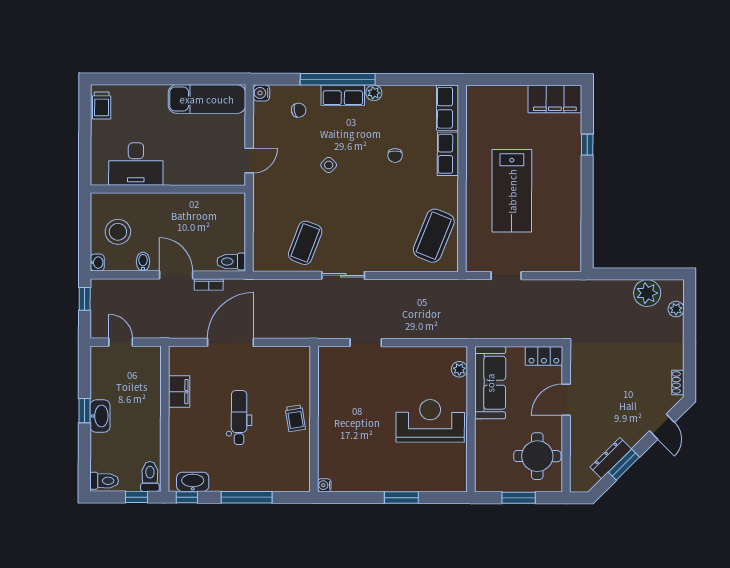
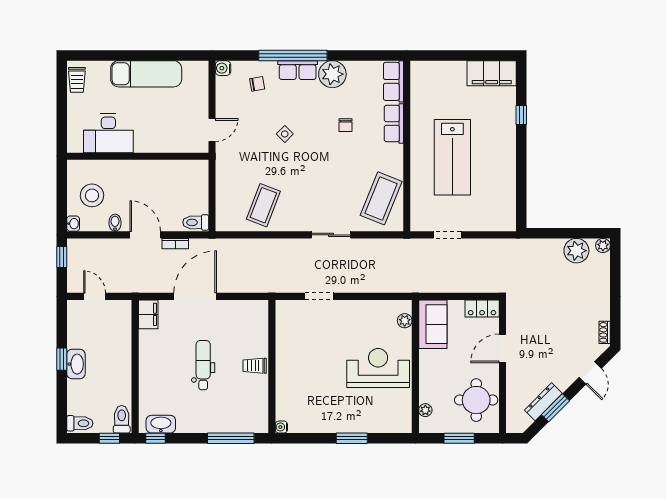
plant: (374, 93) -> (332, 74), width x1.88, depth x1.88
exam couch: (207, 99) -> (146, 74), moved
sliding door: (343, 275) -> (331, 235), moved
plant: (676, 309) -> (603, 246), moved
sofa: (490, 383) -> (433, 324), width x0.73
filing cabinet: (179, 392) -> (148, 314), moved
trolley: (295, 418) -> (255, 366), turned 99
plant: (482, 467) -> (425, 410), added
window: (247, 497) -> (231, 438), moved

